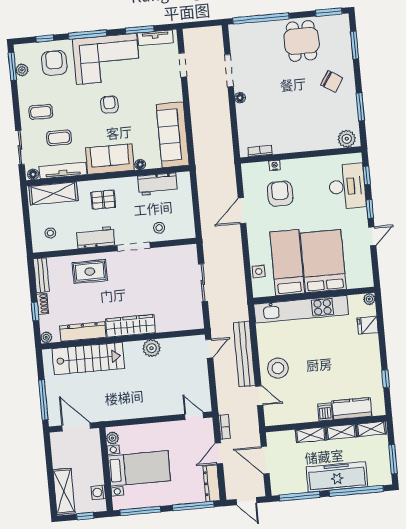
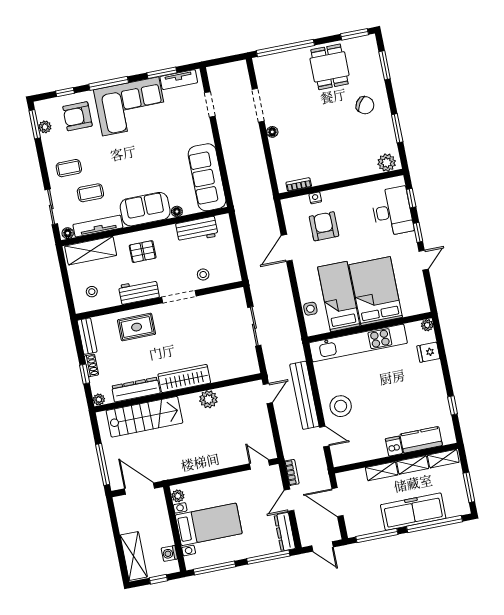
armchair: (54, 63) -> (77, 116), turned -90
armchair: (109, 105) -> (139, 153), removed

